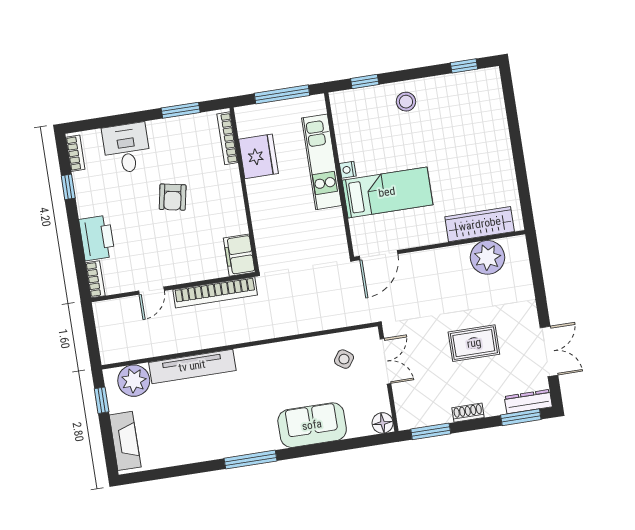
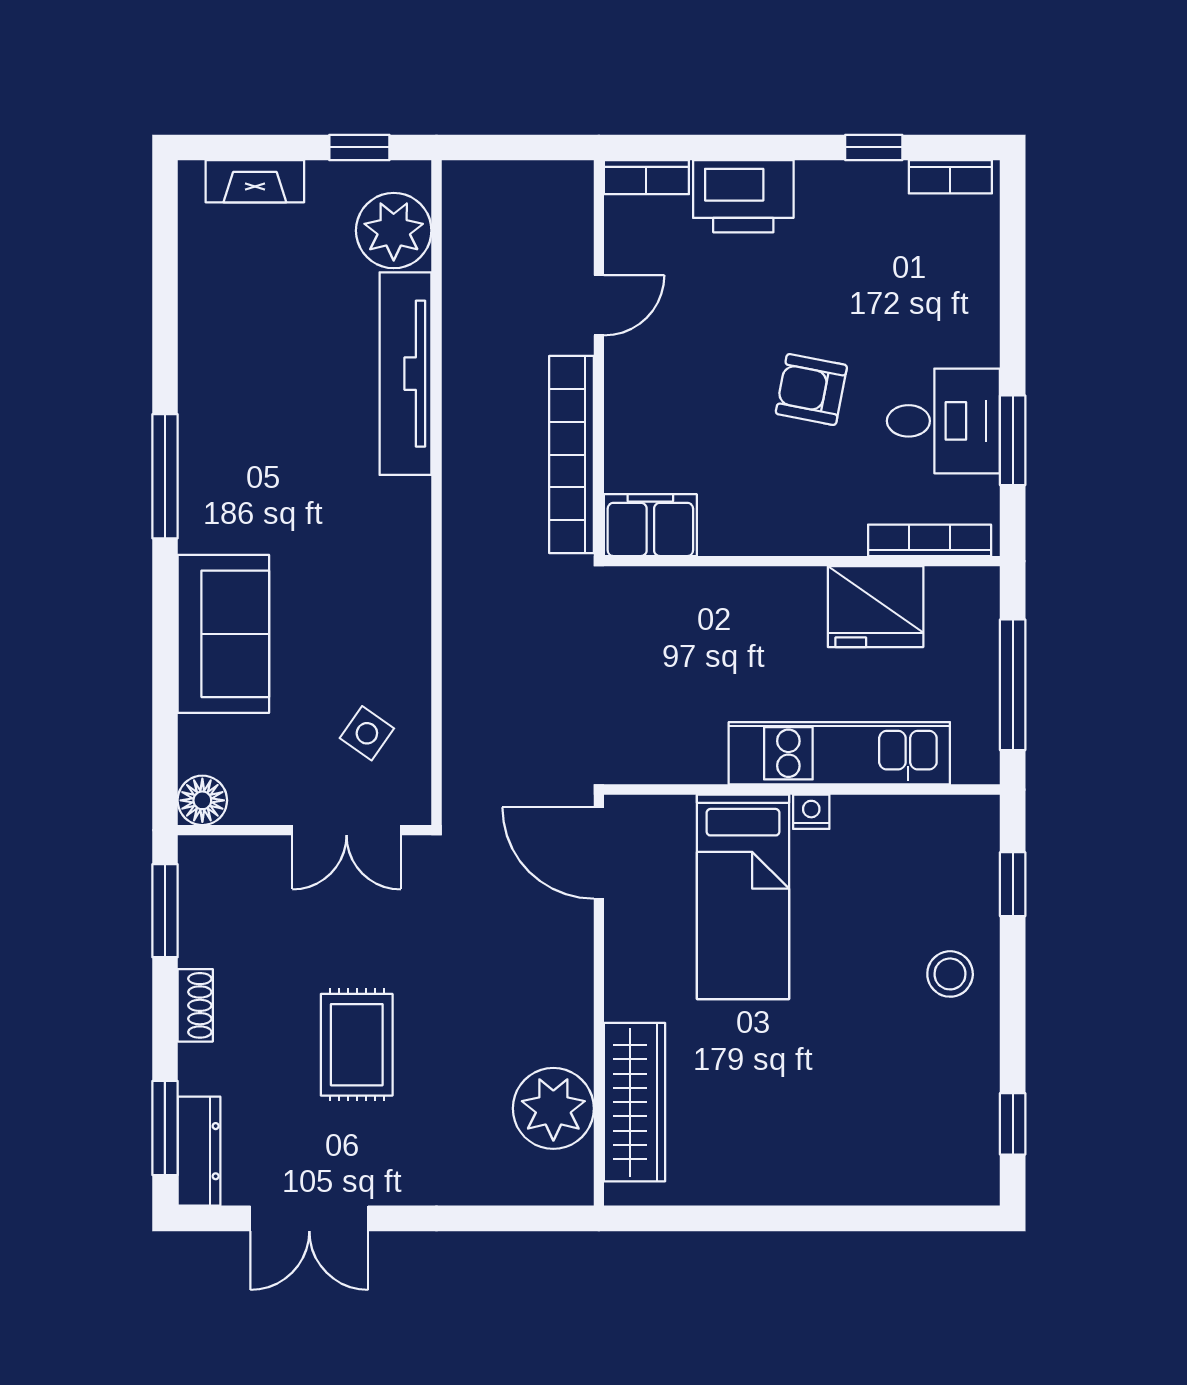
desk: (127, 148) -> (943, 421), moved
door: (151, 291) -> (599, 305), swing flipped
fireplace: (125, 441) -> (255, 181), width x0.73, depth x0.76

